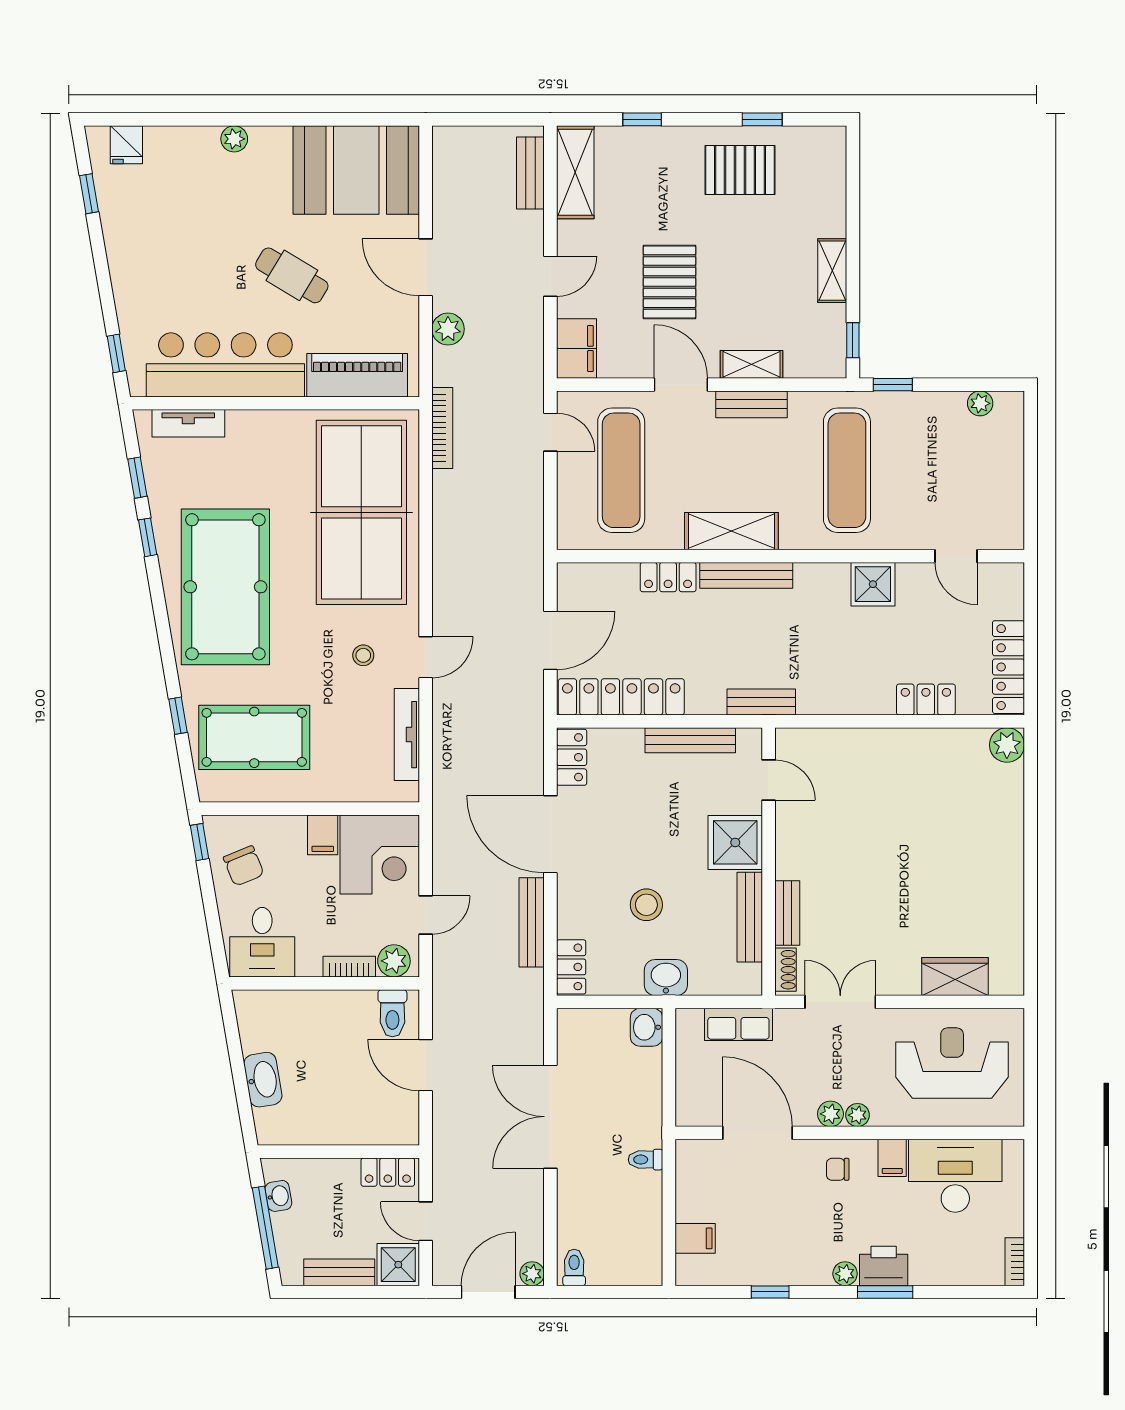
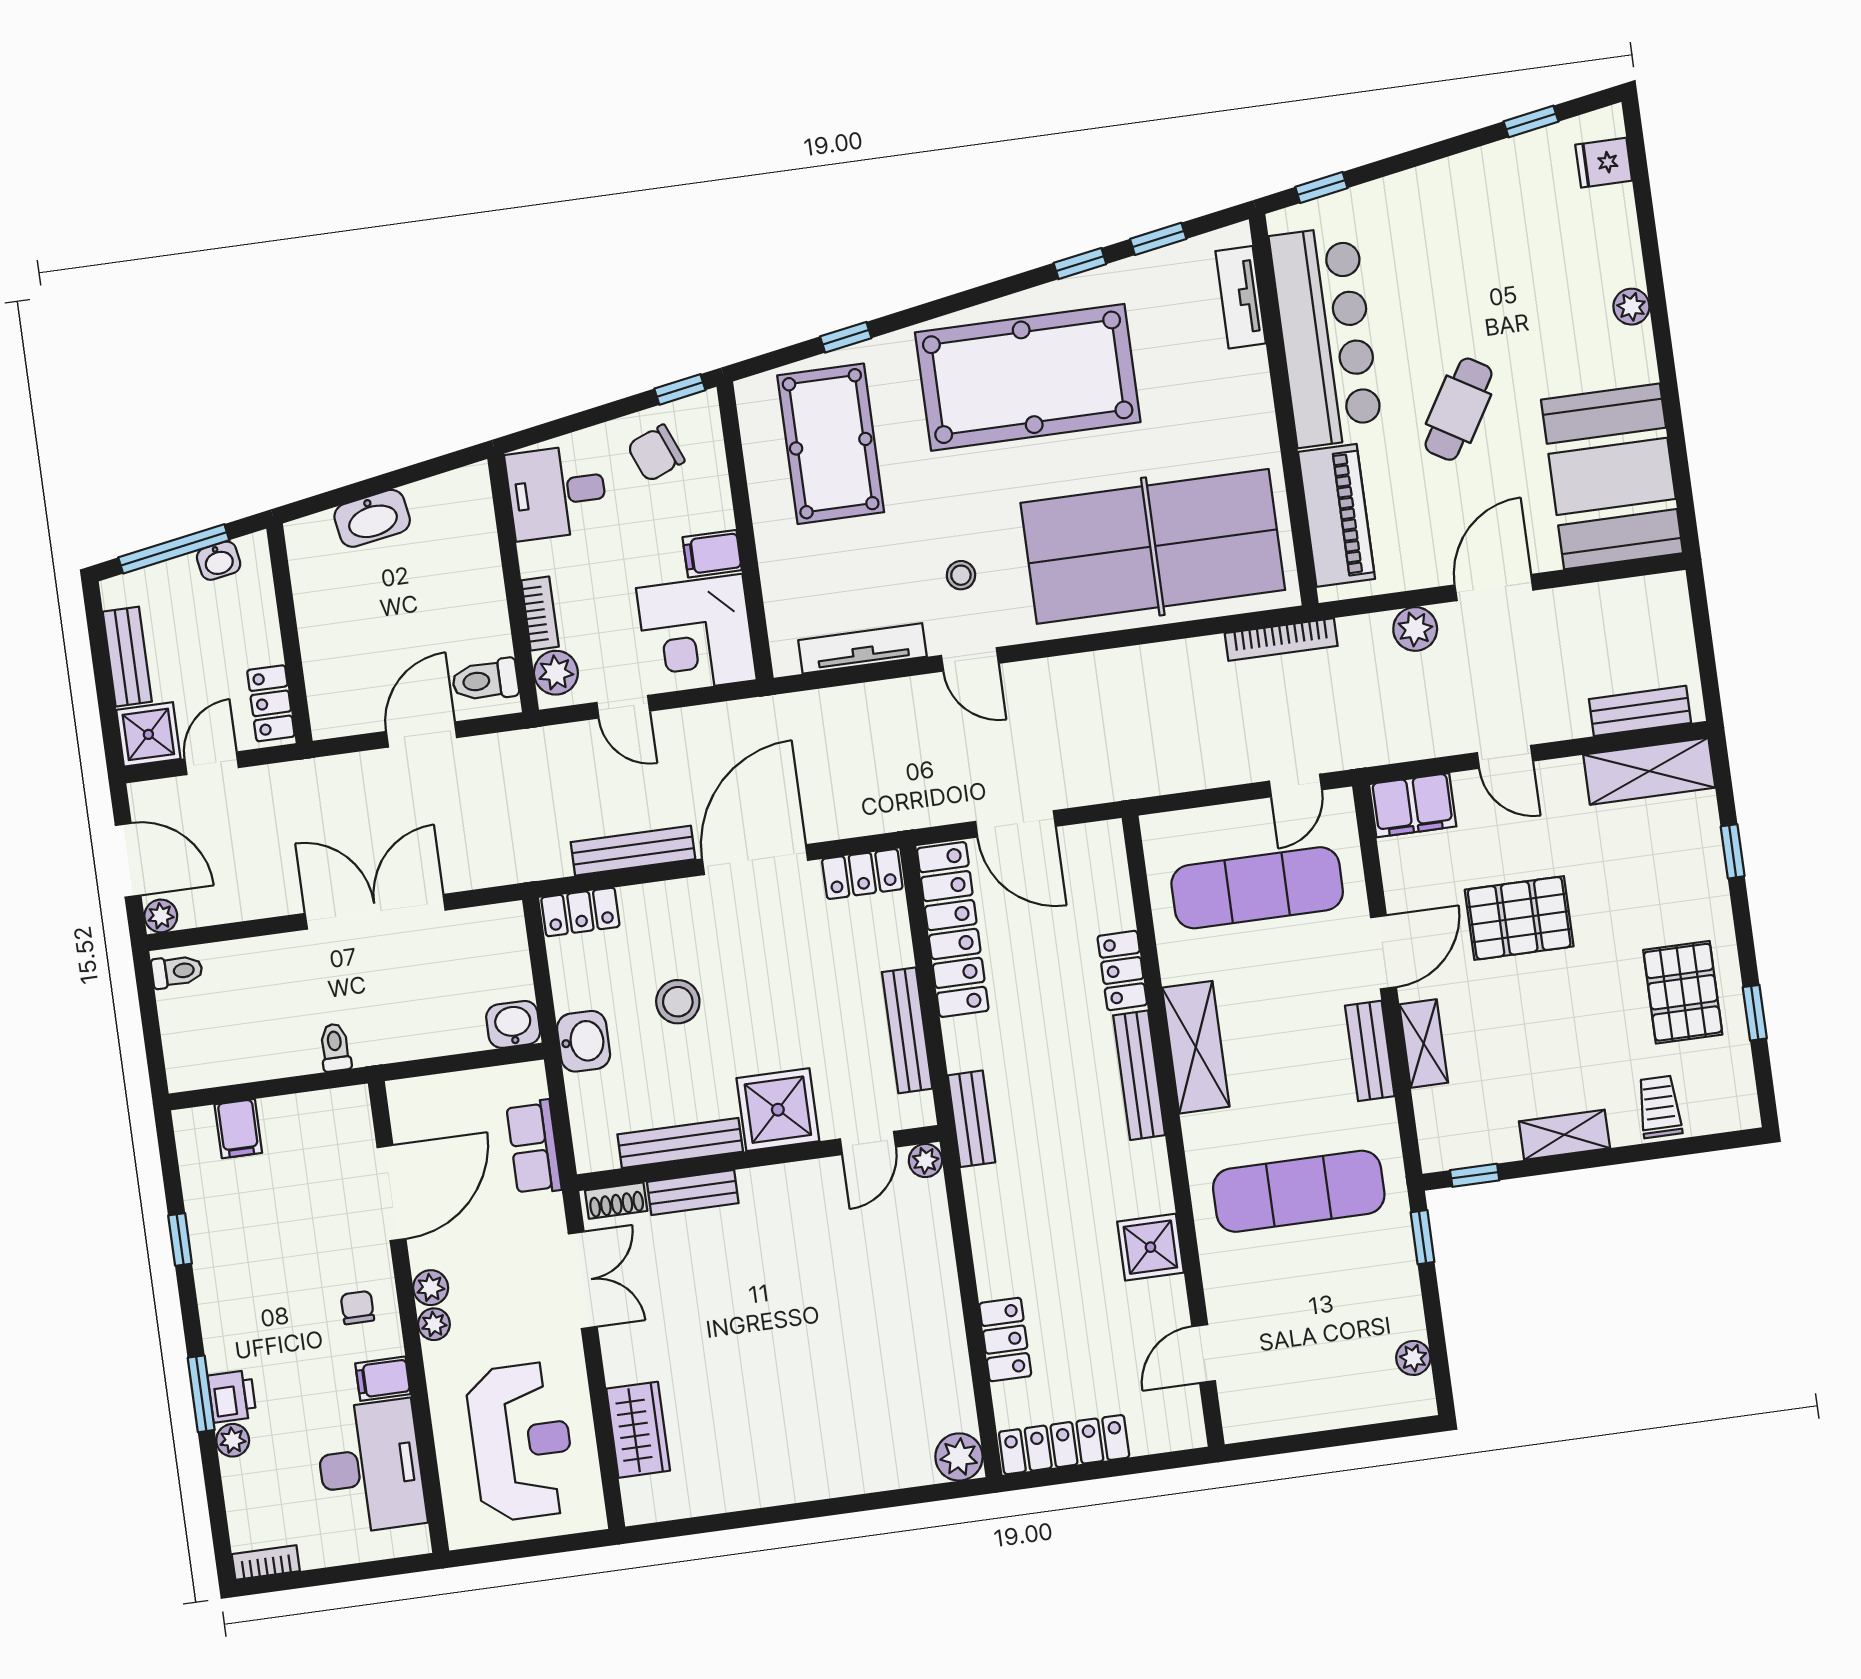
trolley: (821, 198) -> (1659, 1107), added
plant: (787, 740) -> (925, 1161), added
printer: (884, 1266) -> (232, 1396), width x0.73, depth x0.81
plant: (845, 1274) -> (233, 1440), moved

